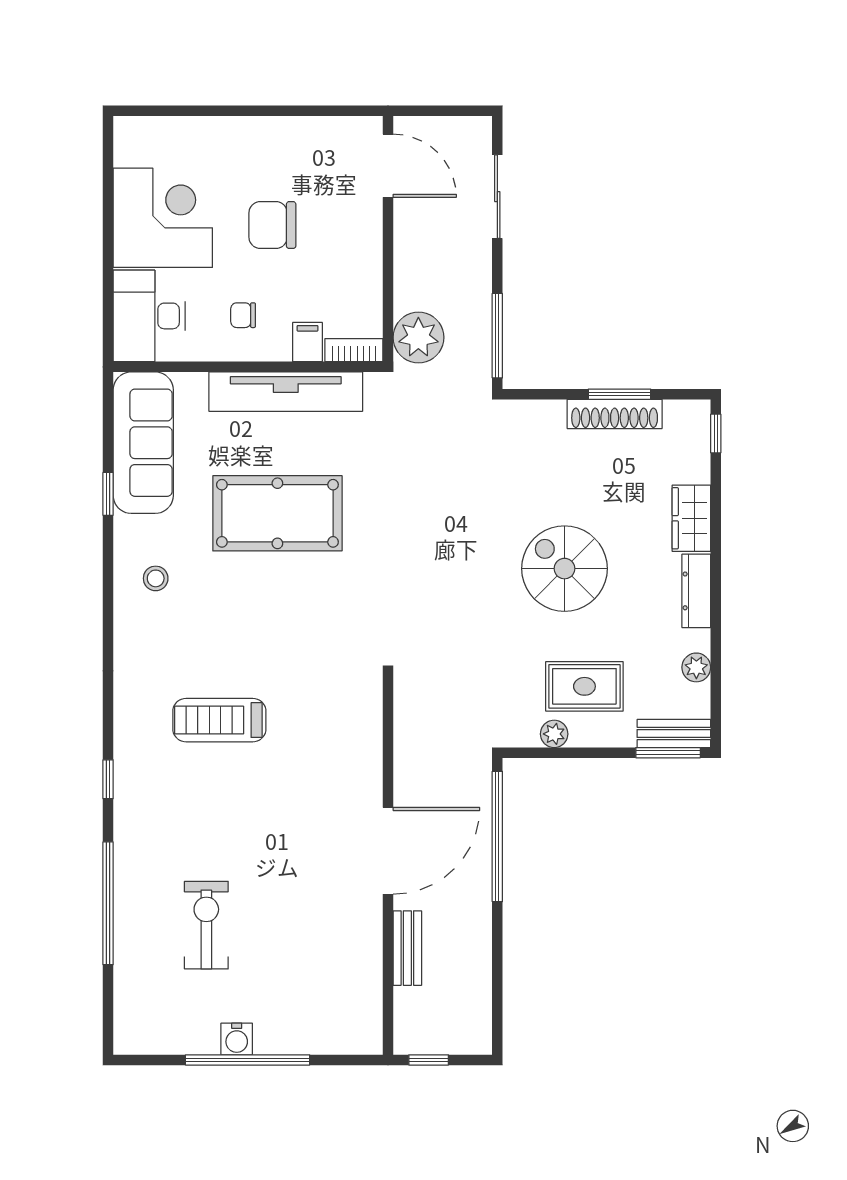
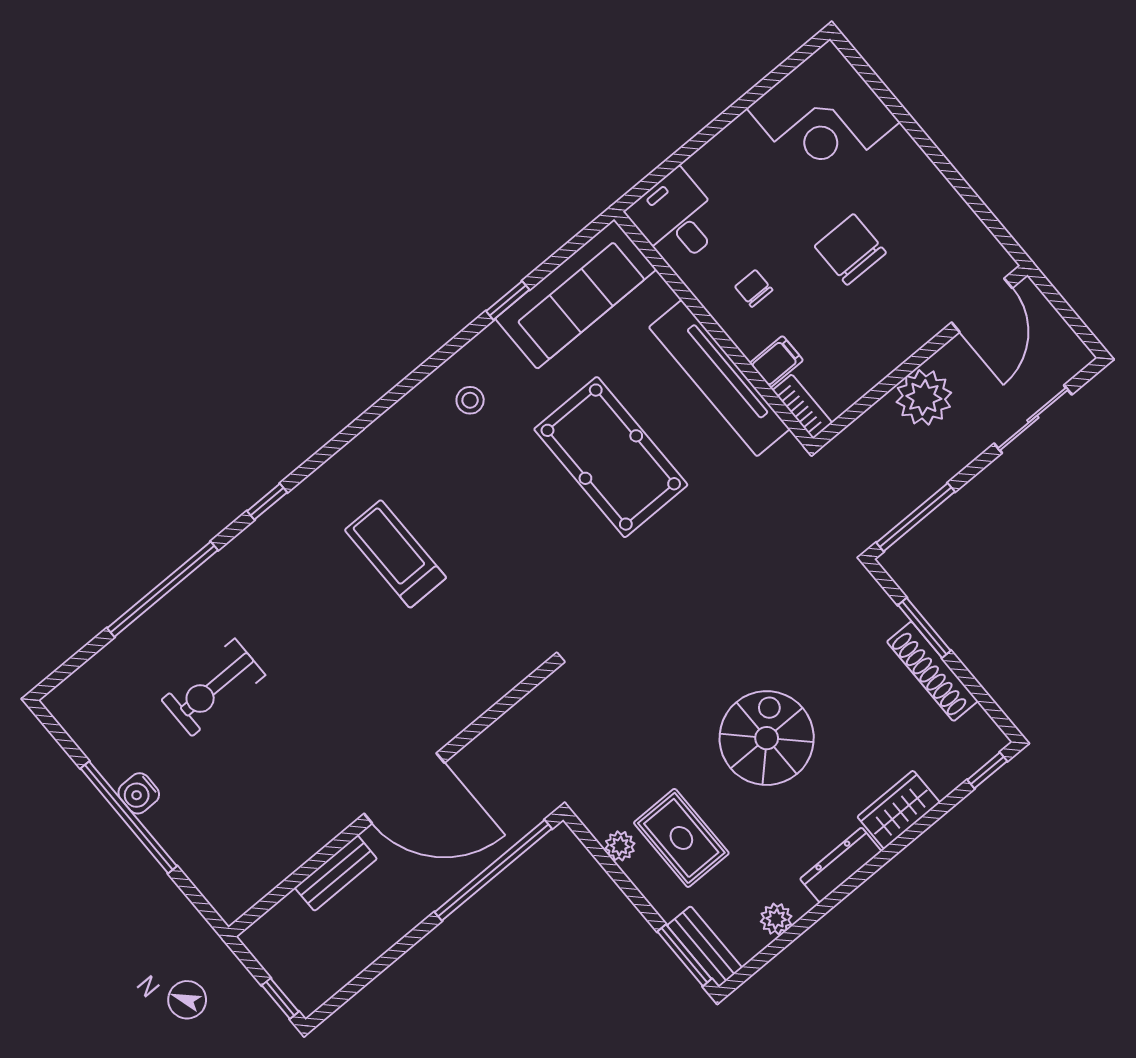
corner desk: (163, 218) -> (823, 115), moved, turned 90
desk: (149, 316) -> (676, 218), width x0.73
plant: (418, 337) -> (924, 397), moved
window: (619, 394) -> (924, 628), moved
exercise bike: (206, 925) -> (213, 687), turned 180
window: (429, 1060) -> (280, 999), moved

